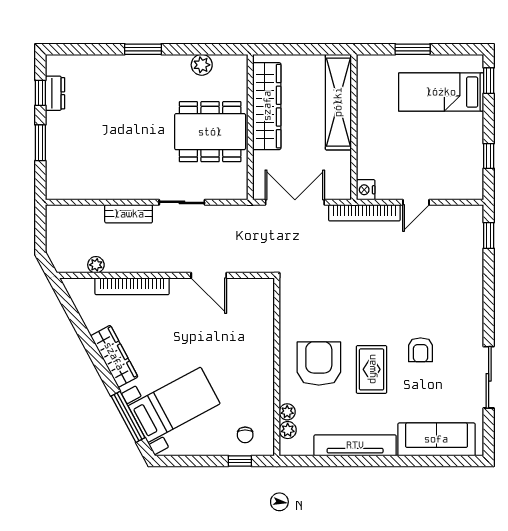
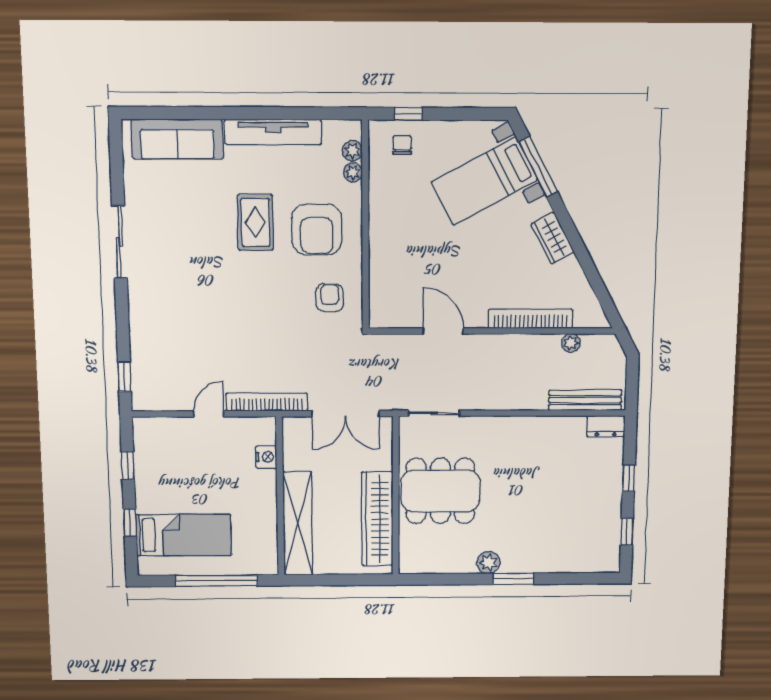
window: (413, 49) -> (216, 581), width x2.11
plant: (202, 65) -> (488, 562), moved
window: (489, 81) -> (130, 523), moved
dresser: (55, 93) -> (606, 426), moved, turned -90
window: (40, 143) -> (629, 478), width x0.67
nightstand: (366, 190) -> (266, 457), moved
sliding door: (182, 202) -> (434, 413), moved
bench: (129, 214) -> (585, 400), moved, width x1.36
armchair: (421, 350) -> (330, 298), moved
wardrobe: (114, 356) -> (553, 238), width x0.67
sliding door: (489, 377) -> (120, 242), moved

